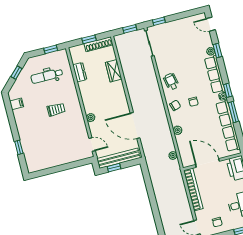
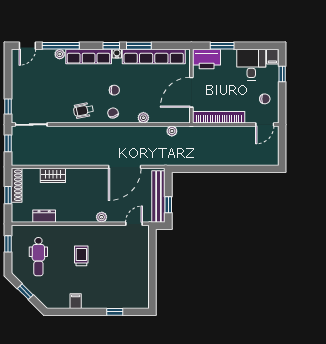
window: (217, 50) -> (61, 46), width x2.17
filing cabinet: (17, 104) -> (76, 301), moved

